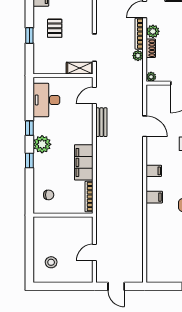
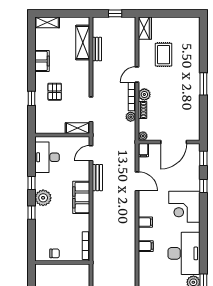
filing cabinet: (152, 92) -> (143, 150), added
filing cabinet: (84, 162) -> (81, 197), moved
chair: (49, 195) -> (55, 253), moved

